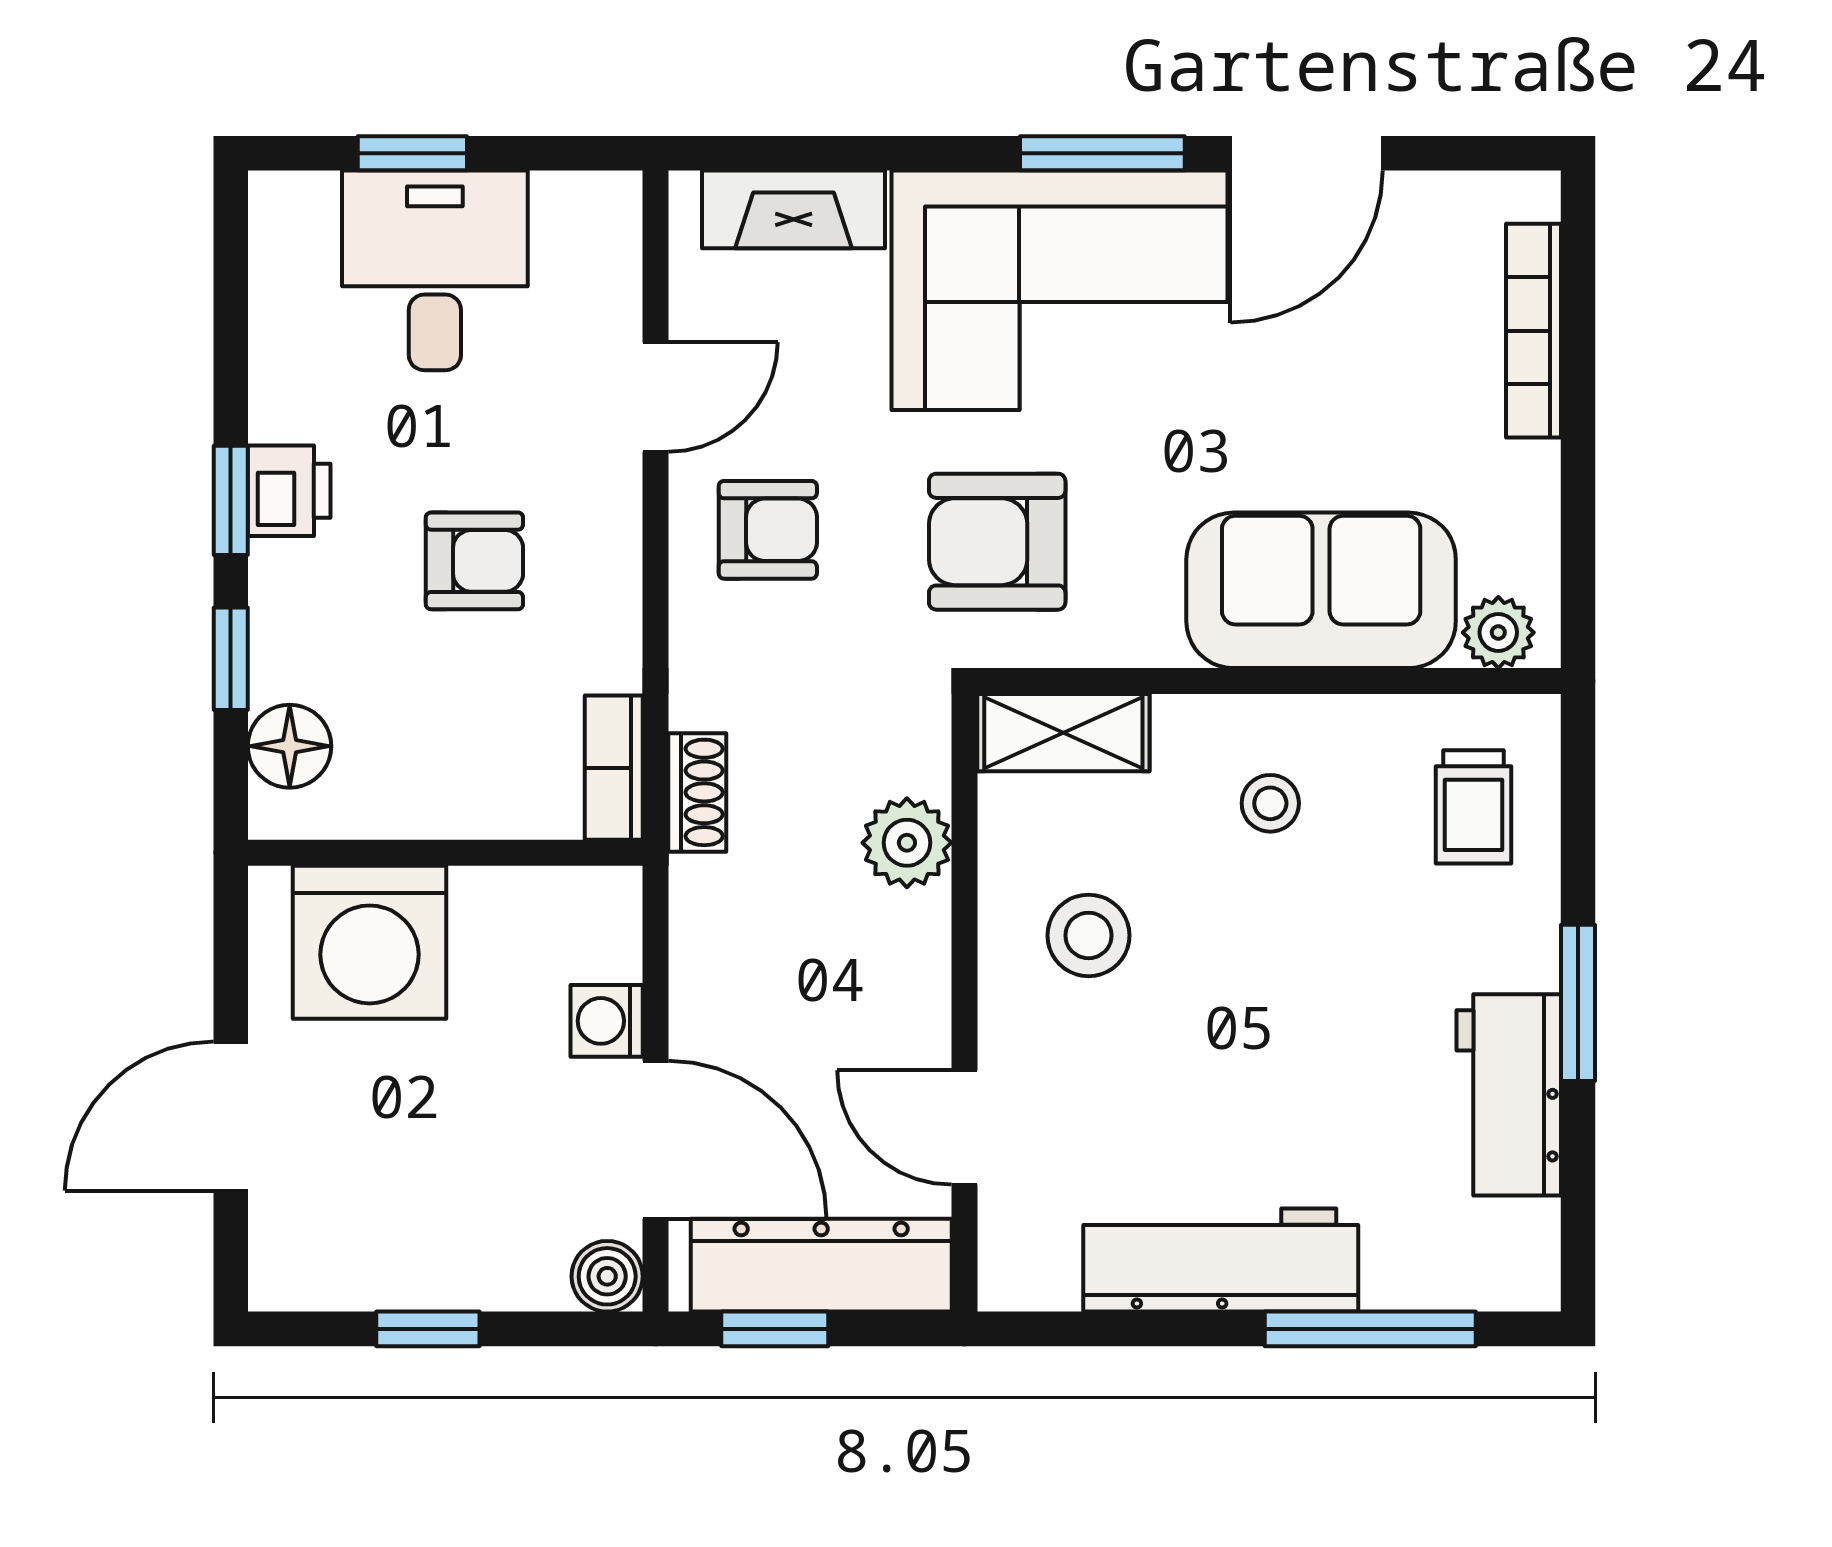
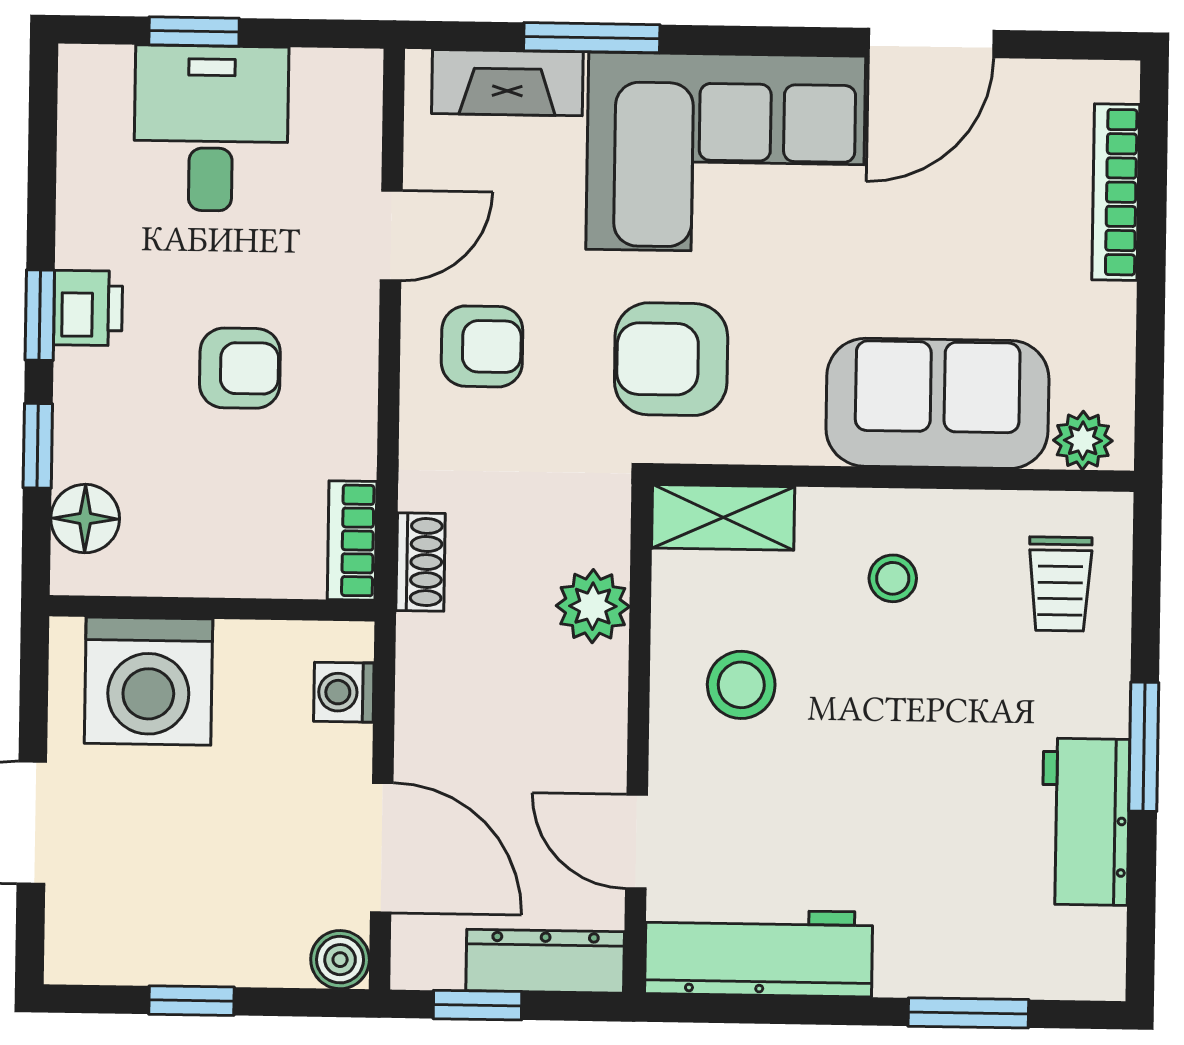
window: (1102, 153) -> (592, 38), moved
washing machine: (607, 1021) -> (344, 692), moved
workbench: (1221, 1260) -> (759, 953), moved
dresser: (821, 1265) -> (545, 961), width x0.73, depth x0.80
window: (1370, 1329) -> (968, 1013), width x0.69

